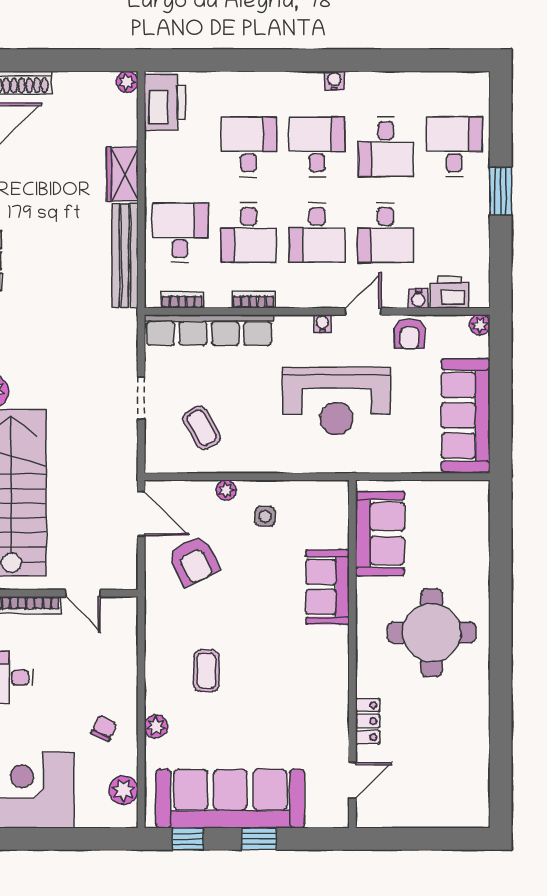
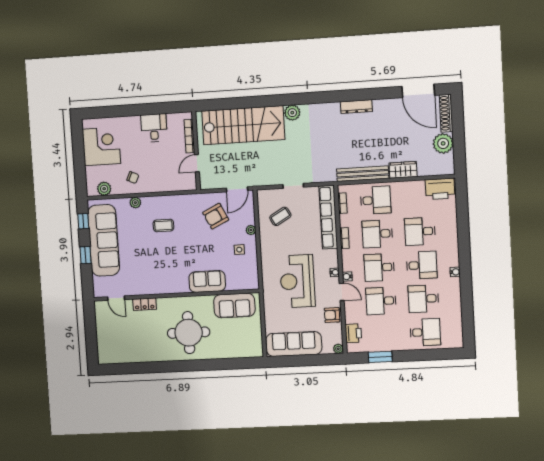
plant: (127, 82) -> (443, 143), moved, width x1.88, depth x1.88
desk: (249, 147) -> (420, 231), turned 180
window: (501, 191) -> (380, 357), moved
water cooler: (418, 299) -> (347, 277), moved

